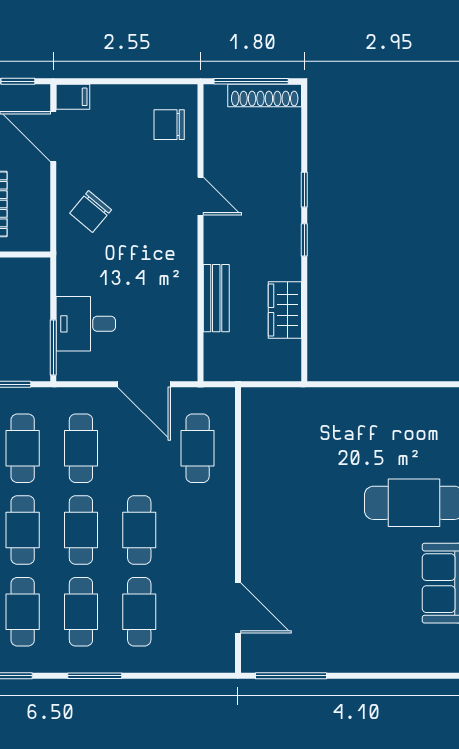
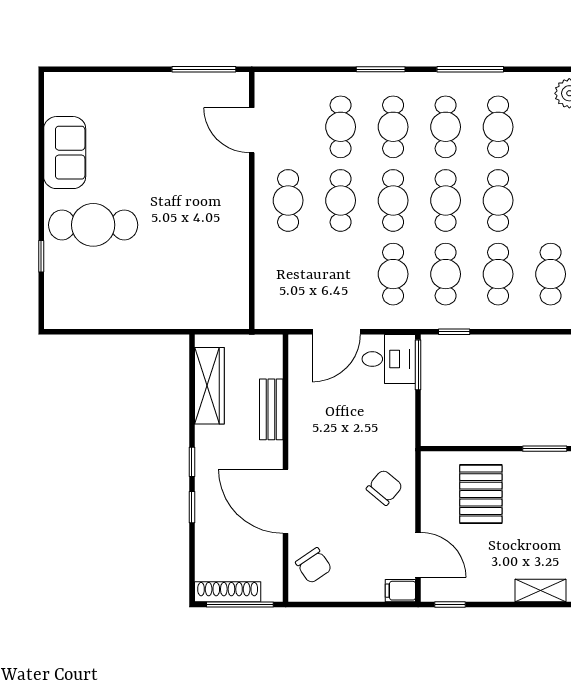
chair: (169, 125) -> (314, 566), turned 56
door: (200, 196) -> (286, 501), width x1.88
wardrobe: (285, 310) -> (209, 386), width x1.50
desk: (86, 324) -> (389, 359), moved
door: (144, 384) -> (336, 332), swing flipped
cafe table: (198, 448) -> (288, 200), moved

